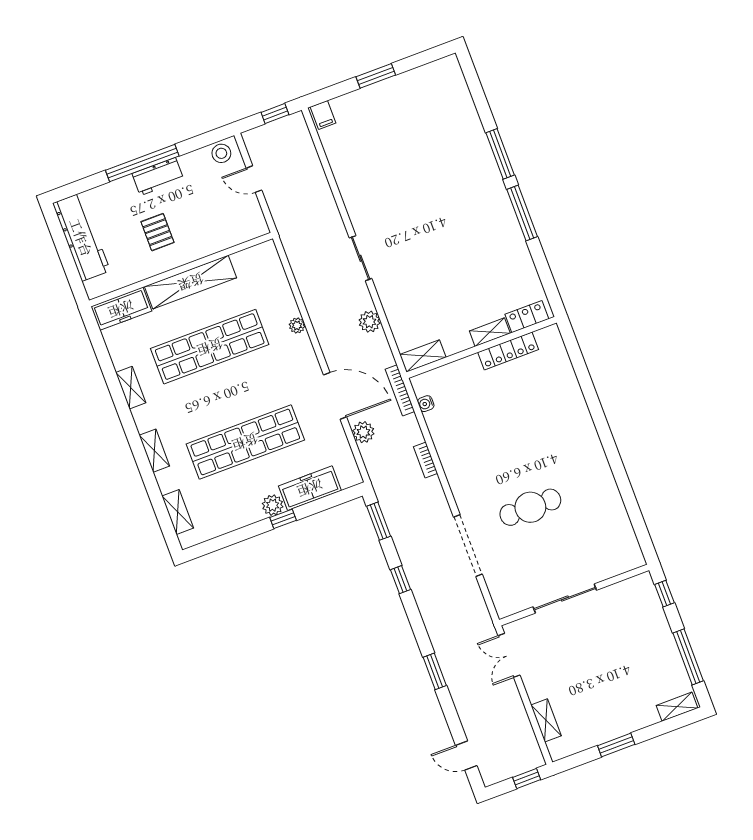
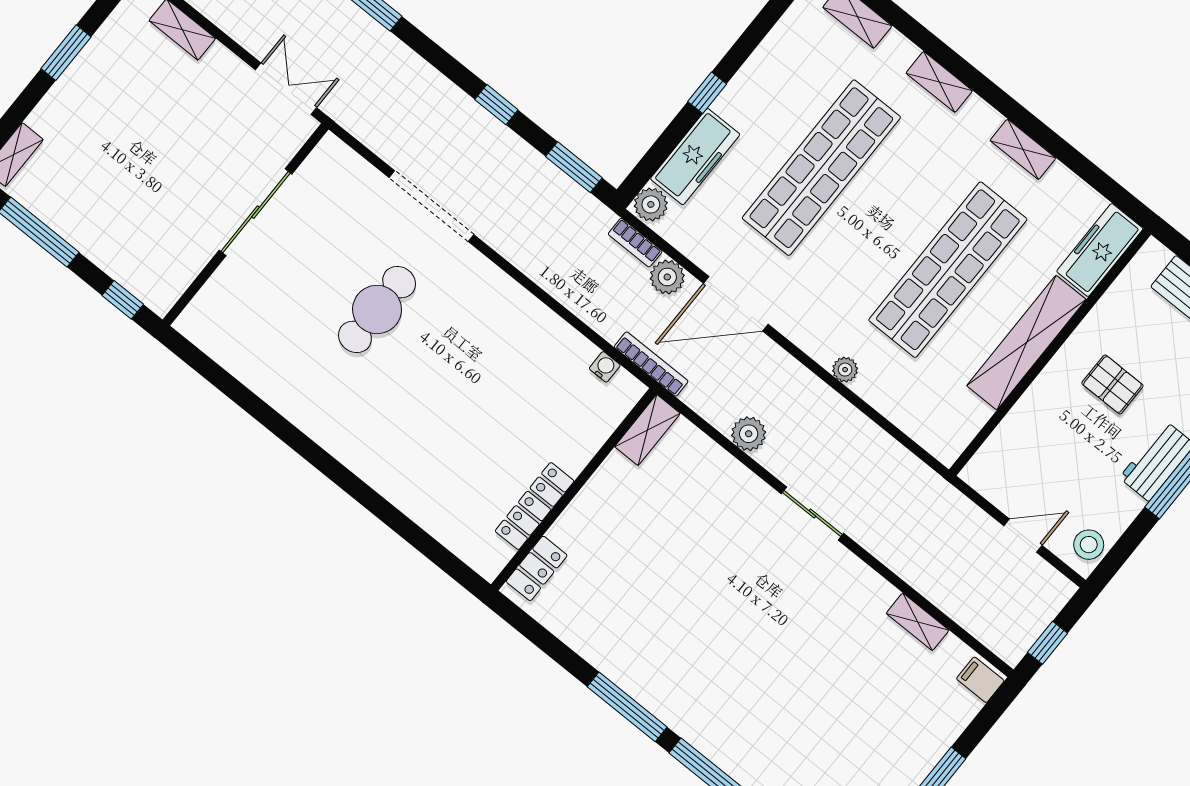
shelving: (490, 332) -> (918, 622), moved, turned 90
bookcase: (426, 460) -> (635, 243), moved, turned 180
plant: (273, 505) -> (651, 204), moved

